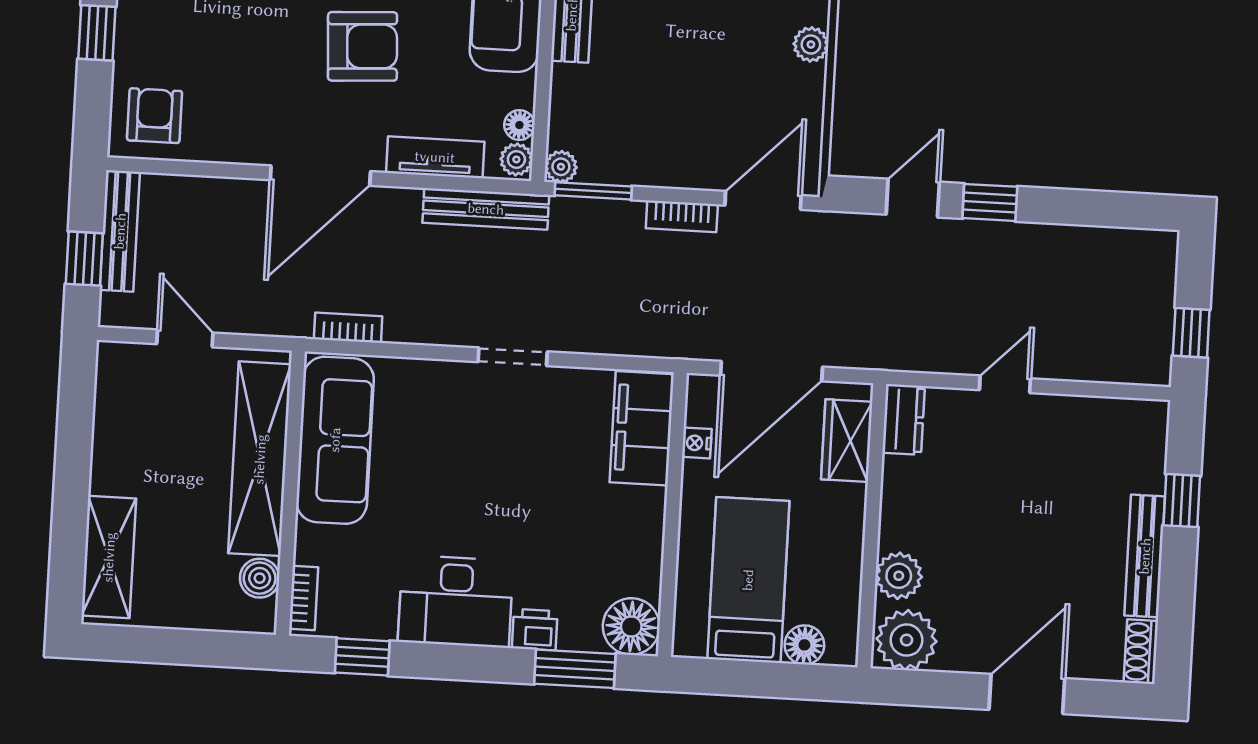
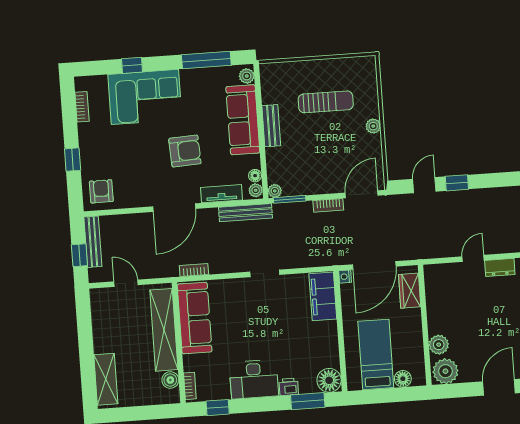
dresser: (904, 419) -> (500, 267), moved, turned 90
nightstand: (697, 443) -> (345, 277), moved

